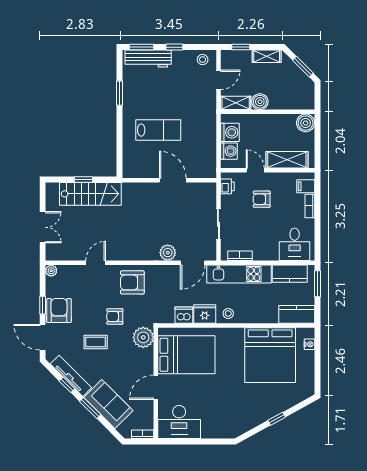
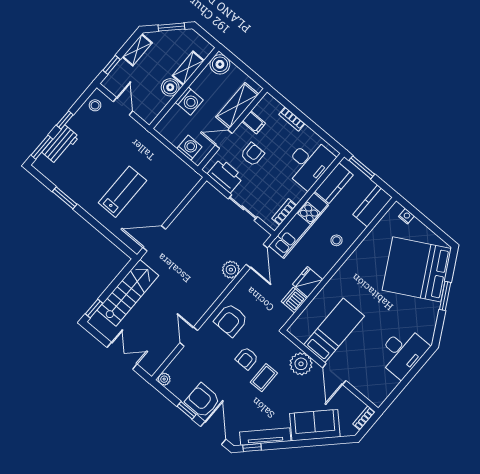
workbench: (148, 59) -> (60, 145), width x0.73
shelving: (236, 103) -> (188, 68), moved
washing machine: (230, 132) -> (189, 101), moved, turned 90
window: (83, 179) -> (94, 309), moved
door: (173, 180) -> (154, 238), moved
printer: (227, 186) -> (225, 176), width x1.87, depth x1.48
filing cabinet: (306, 186) -> (254, 122), moved, turned -90
armchair: (262, 199) -> (252, 154), turned 180
desk: (295, 244) -> (309, 163), width x1.37
stool: (228, 313) -> (336, 240), moved
door: (43, 337) -> (213, 433), swing flipped
plant: (143, 337) -> (301, 364), moved
coffee table: (96, 342) -> (264, 378), moved
bed: (186, 355) -> (334, 330), width x0.67
bed: (270, 355) -> (417, 269), moved, turned 151
window: (67, 385) -> (252, 448), moved
window: (90, 408) -> (305, 443), removed
window: (277, 419) -> (445, 296), width x1.50
desk: (179, 422) -> (402, 352), moved

